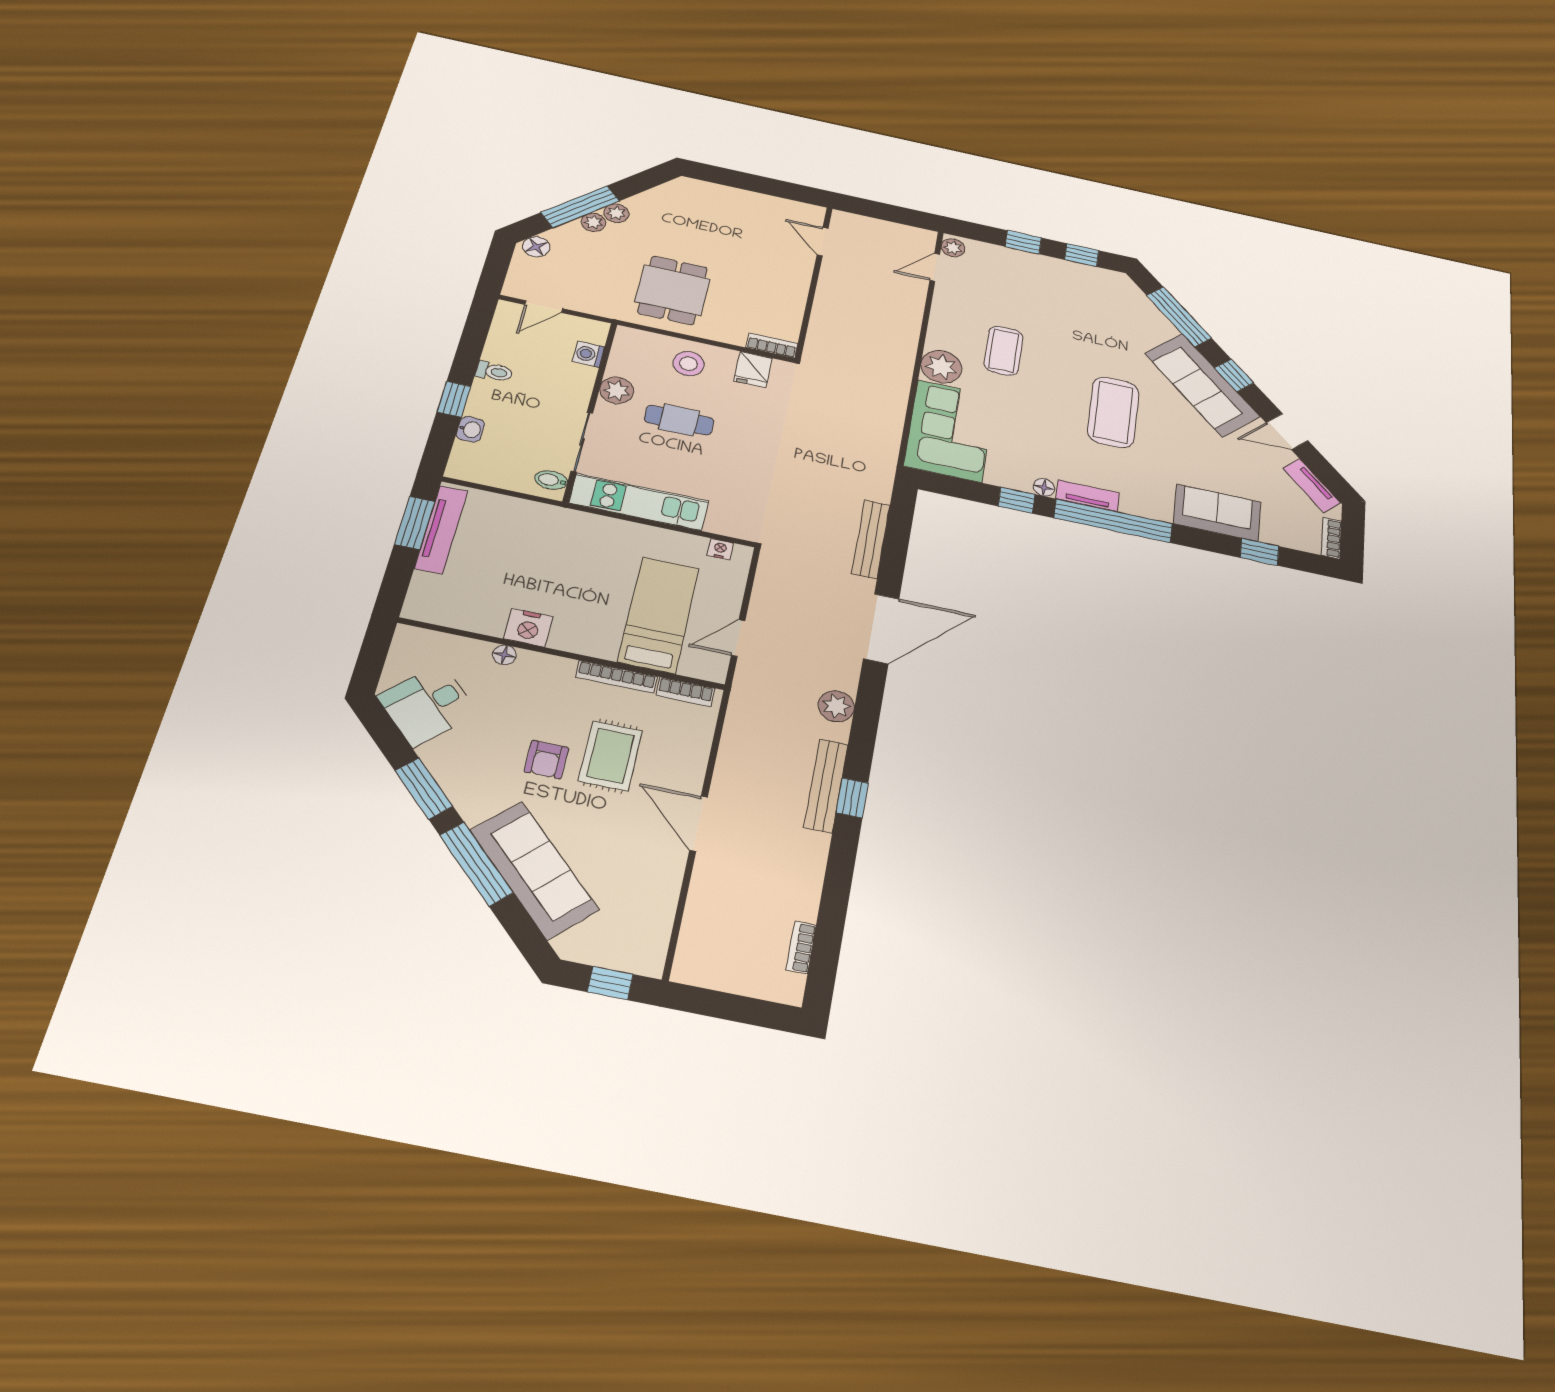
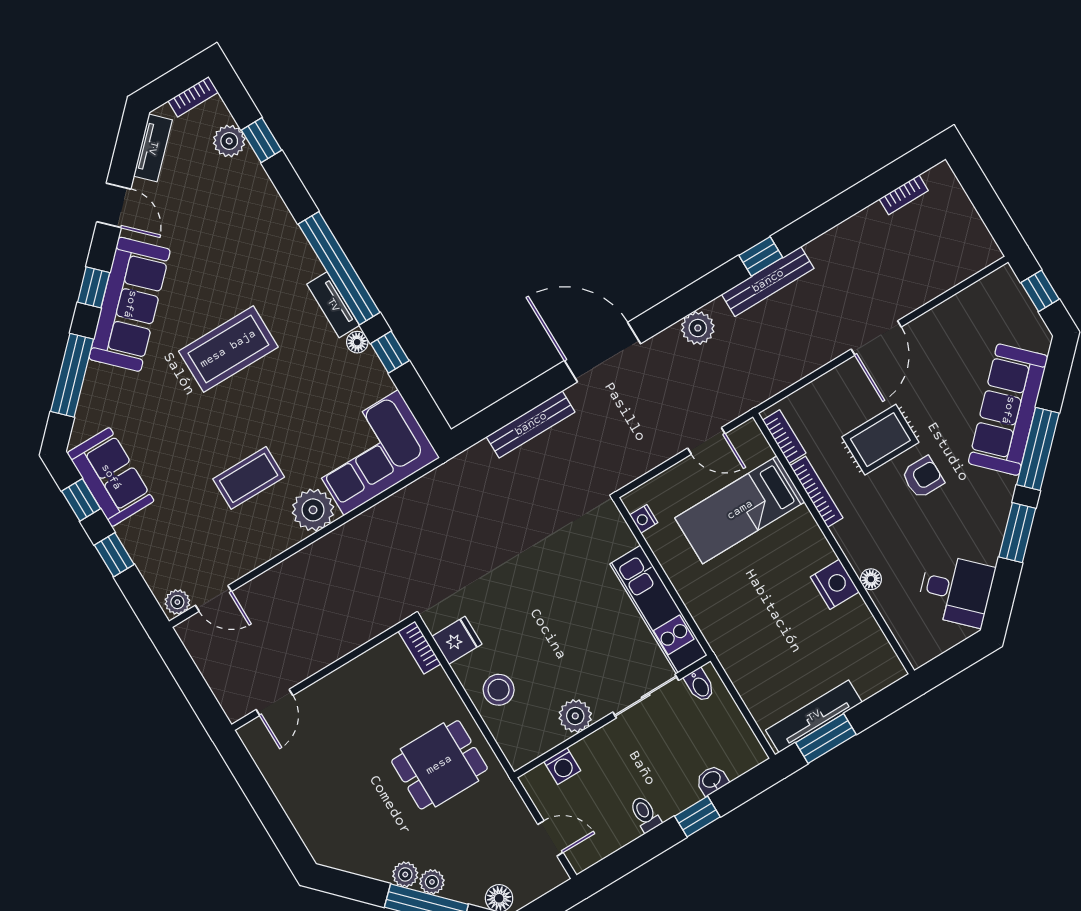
cafe table: (679, 420) -> (558, 649), removed
sofa: (1217, 513) -> (111, 477), moved, turned 180
plant: (1277, 533) -> (229, 141), added

